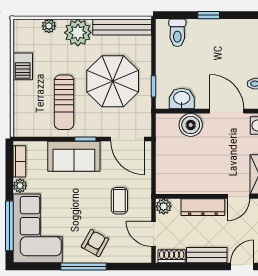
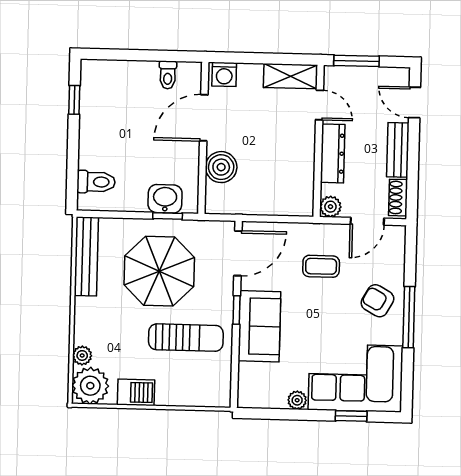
window: (209, 15) -> (74, 100), moved
plant: (78, 33) -> (90, 386), moved
washbasin: (182, 99) -> (165, 199), moved, turned 90
bookcase: (19, 161) -> (264, 400), removed
window: (9, 226) -> (351, 416), width x0.46

